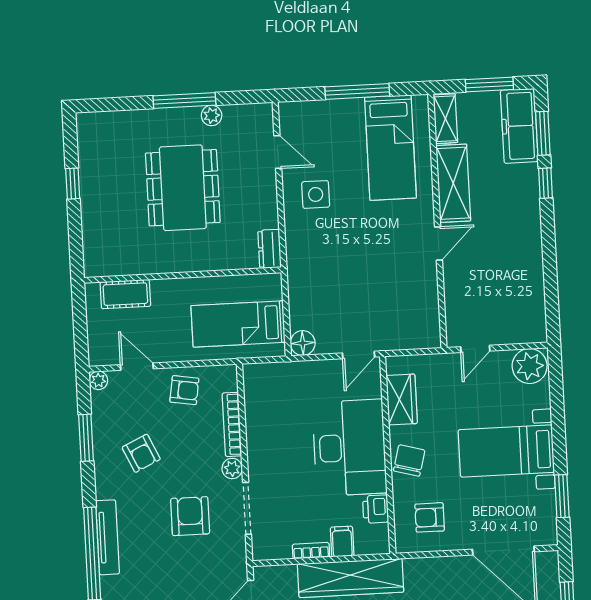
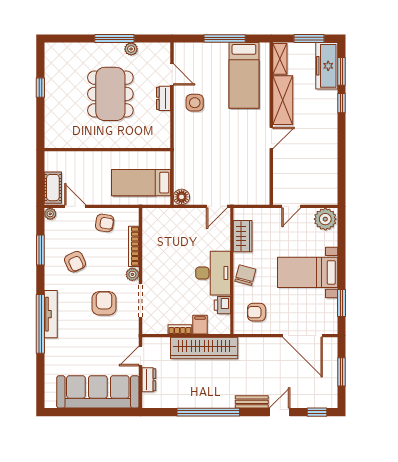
dresser: (270, 249) -> (164, 98), moved
cot: (125, 294) -> (53, 188), moved, turned 90
desk: (350, 448) -> (213, 273), width x0.73, depth x0.77

